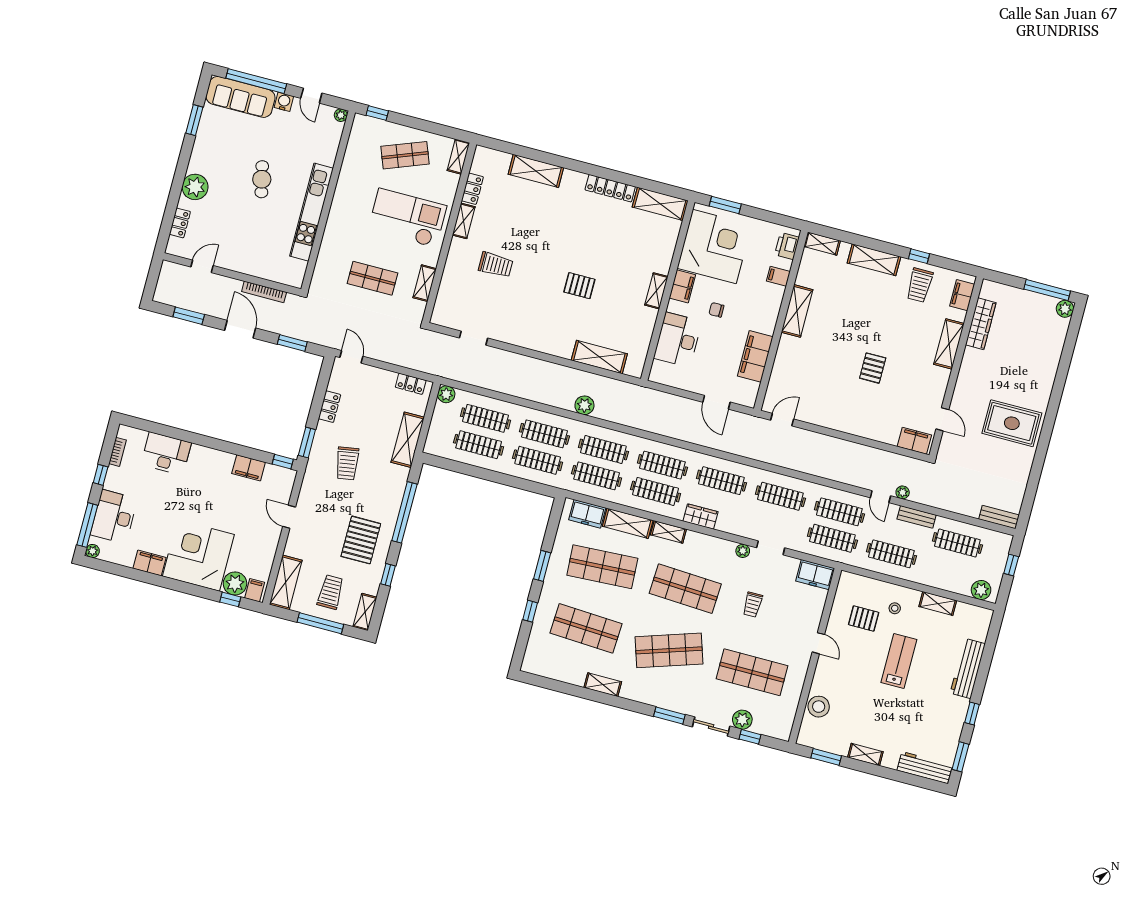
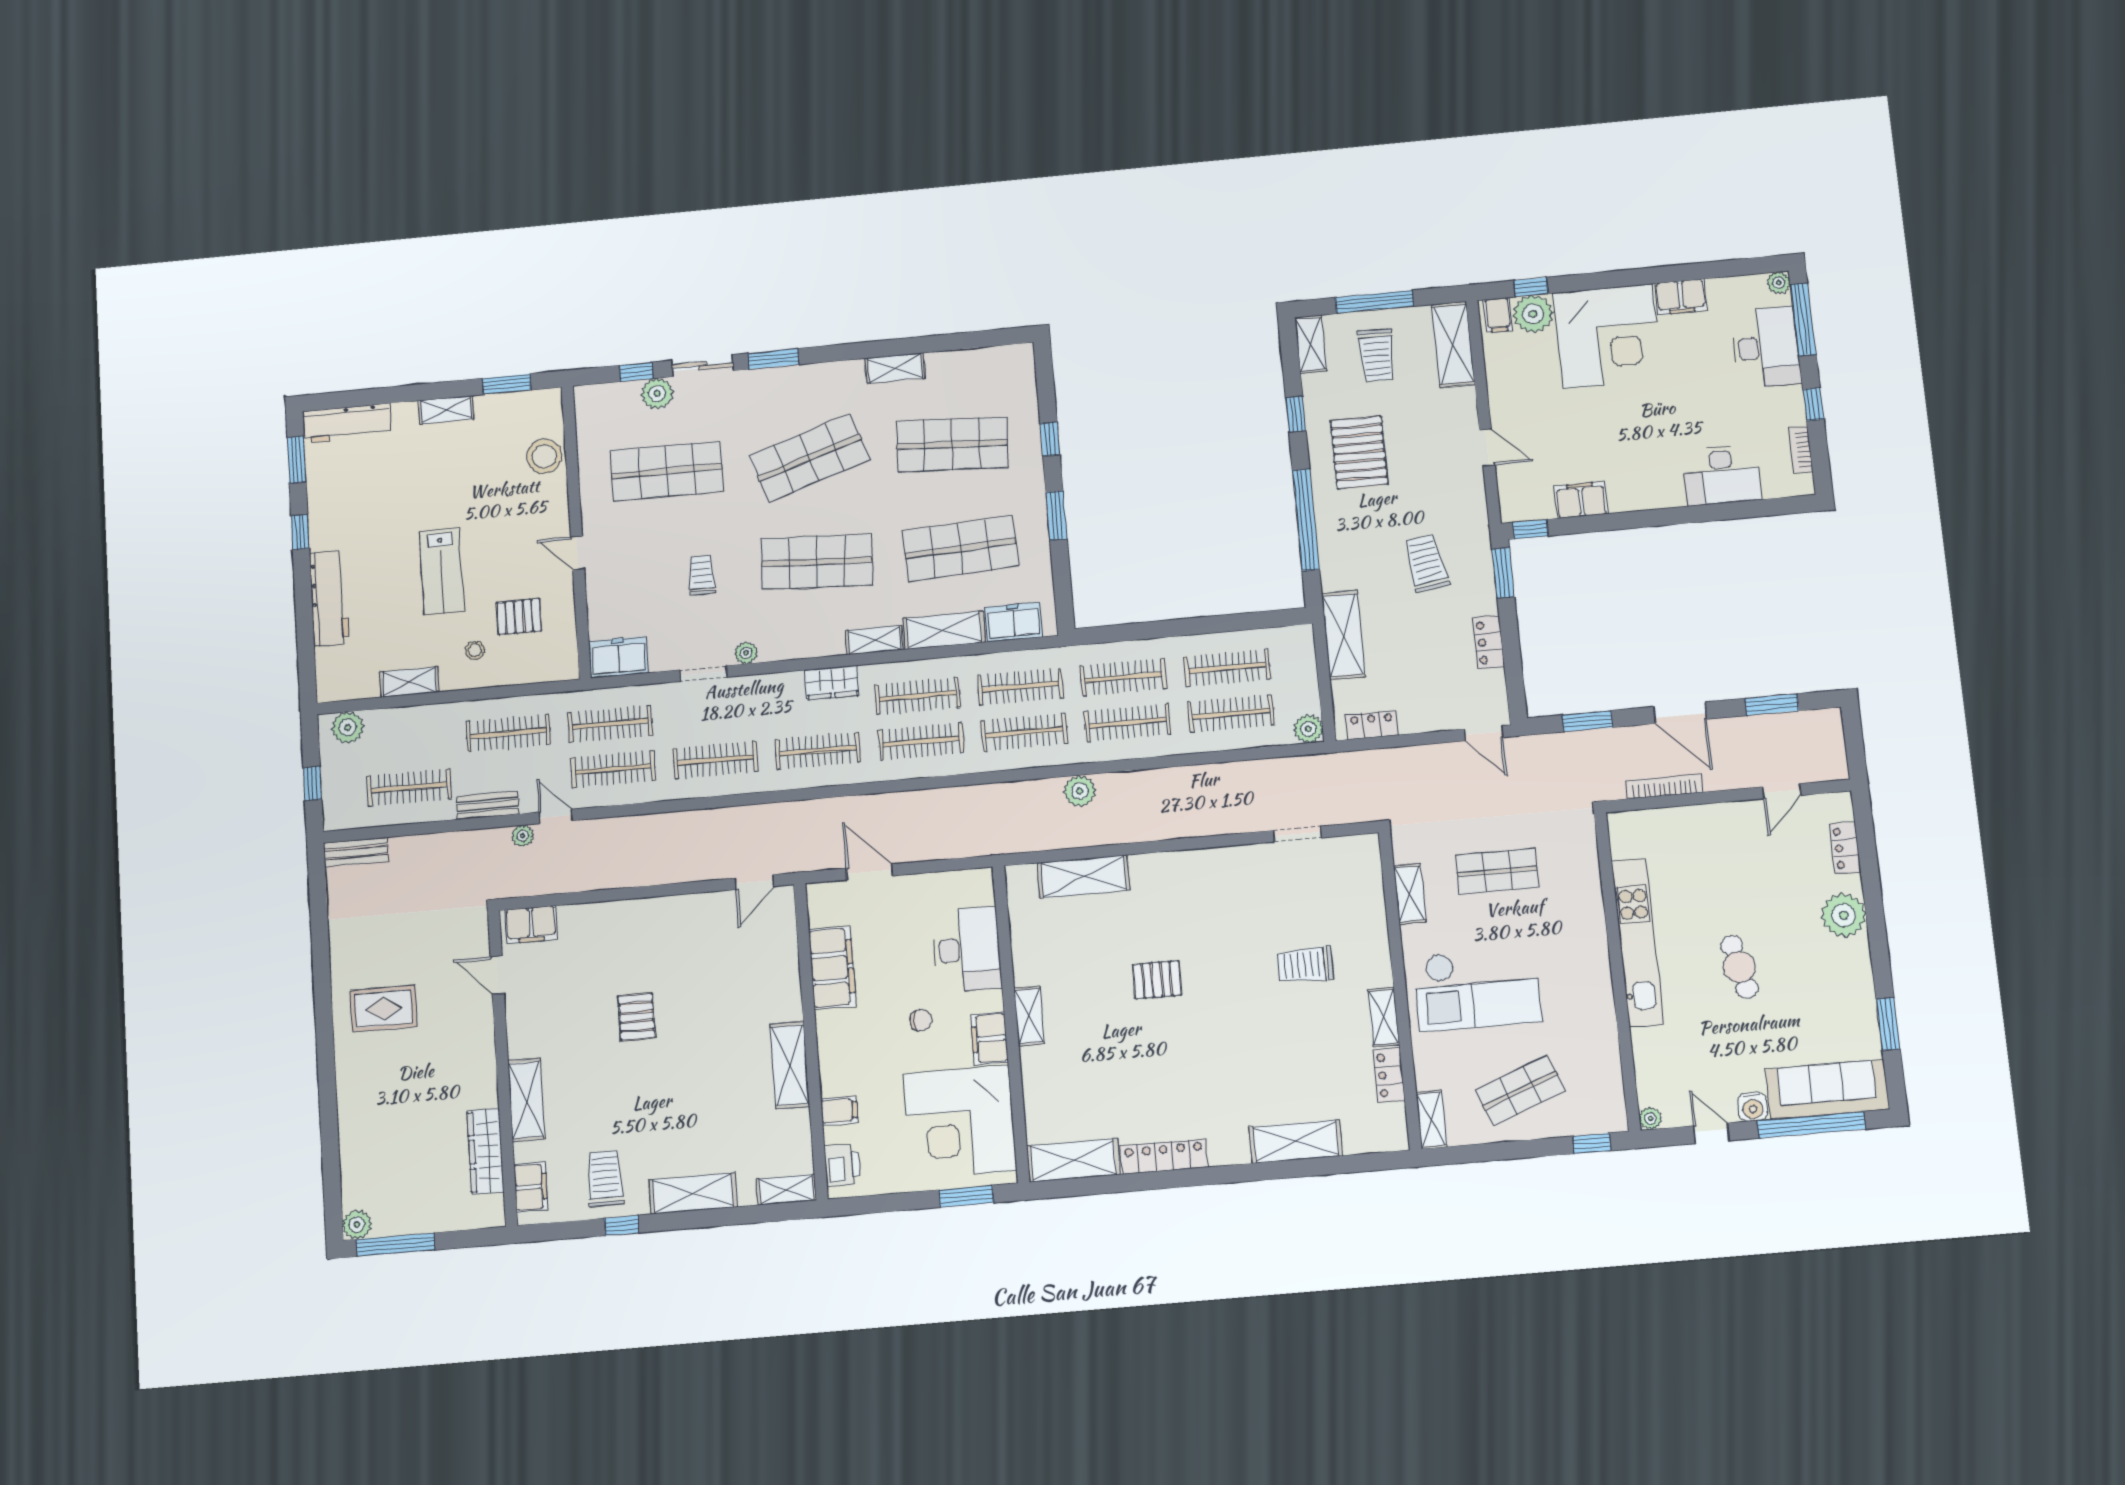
rug: (1012, 423) -> (384, 1009), width x0.73, depth x0.70

